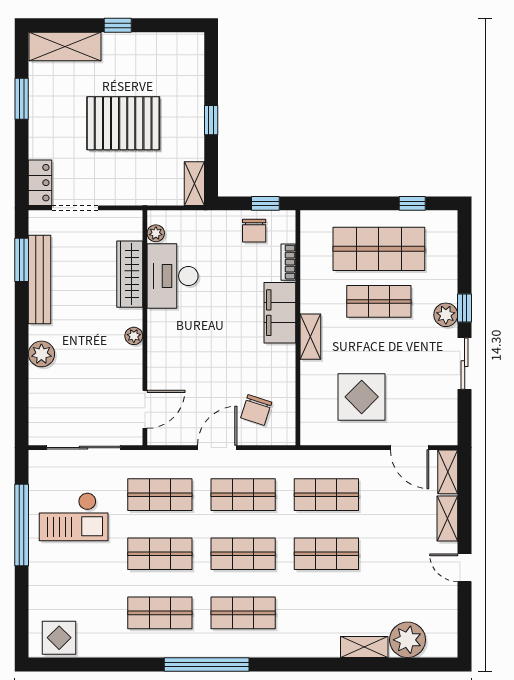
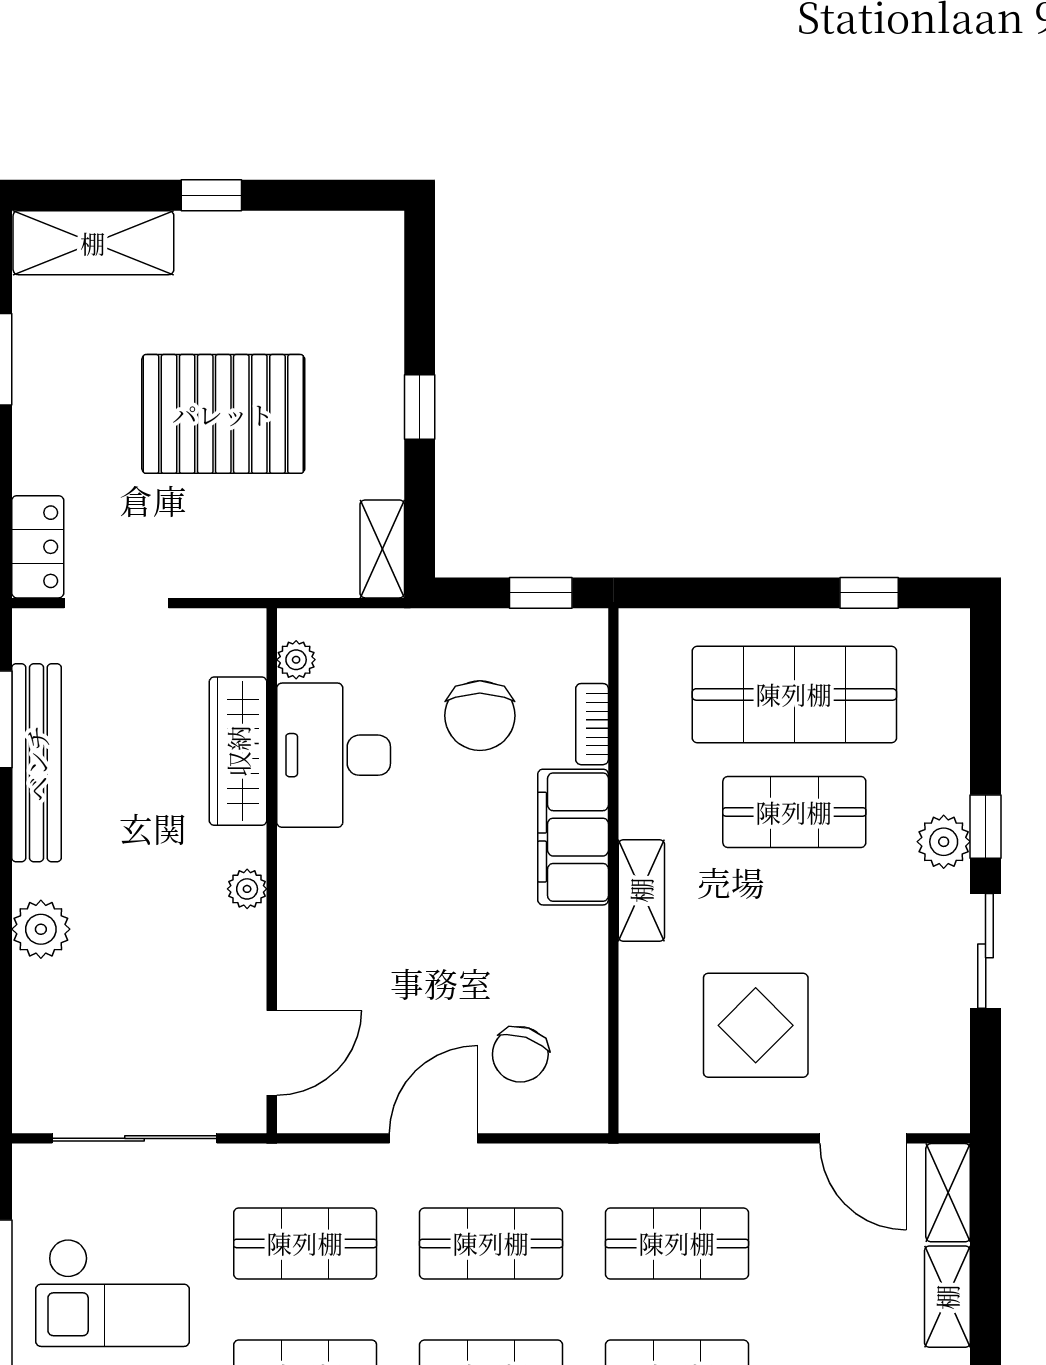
chair: (254, 231) -> (480, 716), moved, width x1.37, depth x1.37

